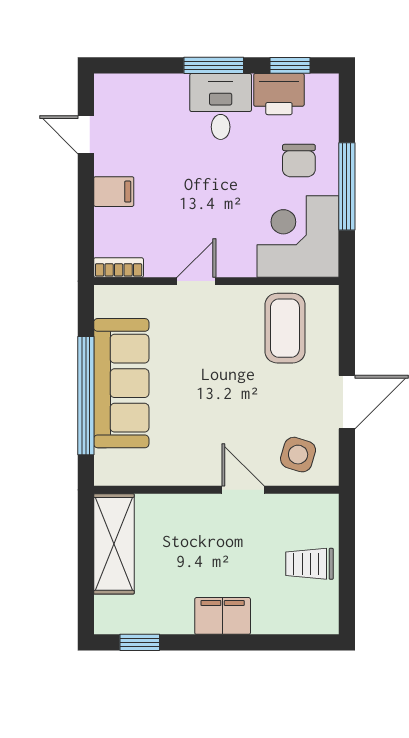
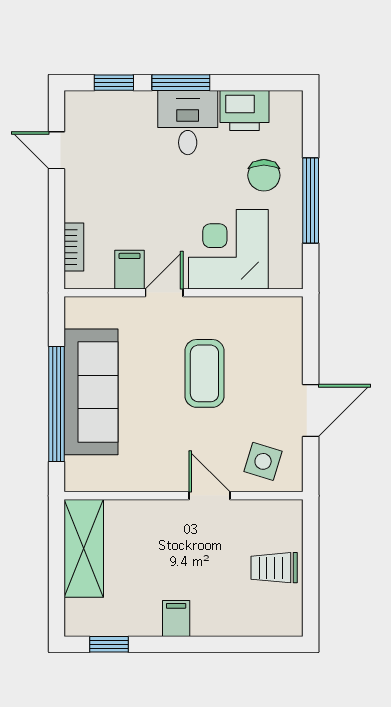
window: (290, 65) -> (114, 83), moved
filing cabinet: (114, 192) -> (129, 270), moved, turned -90
corner desk: (298, 237) -> (228, 249), moved
bookcase: (119, 268) -> (74, 247), moved, turned 90
coffee table: (285, 328) -> (204, 373), moved
filing cabinet: (223, 616) -> (176, 618), width x0.50

